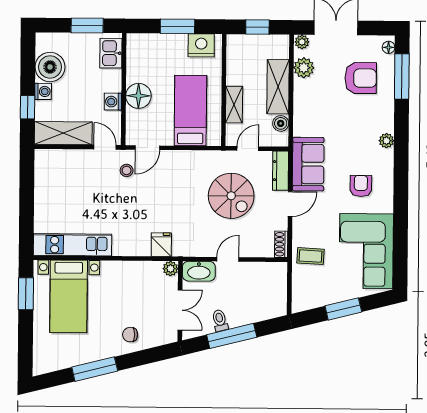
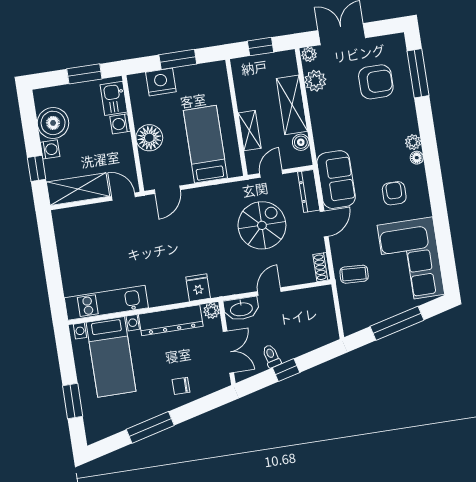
nightstand: (201, 45) -> (161, 82), moved
floor lamp: (389, 47) -> (417, 158), moved
washing machine: (113, 102) -> (120, 124), moved
stool: (127, 170) -> (150, 217), removed
spiral stairs: (231, 196) -> (262, 225), turned -90
dresser: (131, 271) -> (171, 320), added
window: (26, 294) -> (73, 401), moved
window: (343, 309) -> (397, 323), width x1.44
window: (232, 336) -> (286, 370), width x0.46

